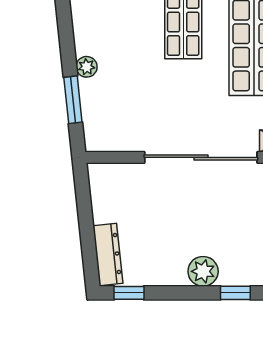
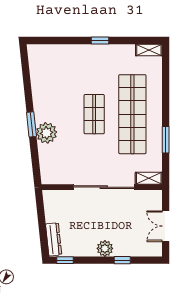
plant: (87, 67) -> (46, 133), width x1.88, depth x1.88
window: (73, 100) -> (31, 124), moved

